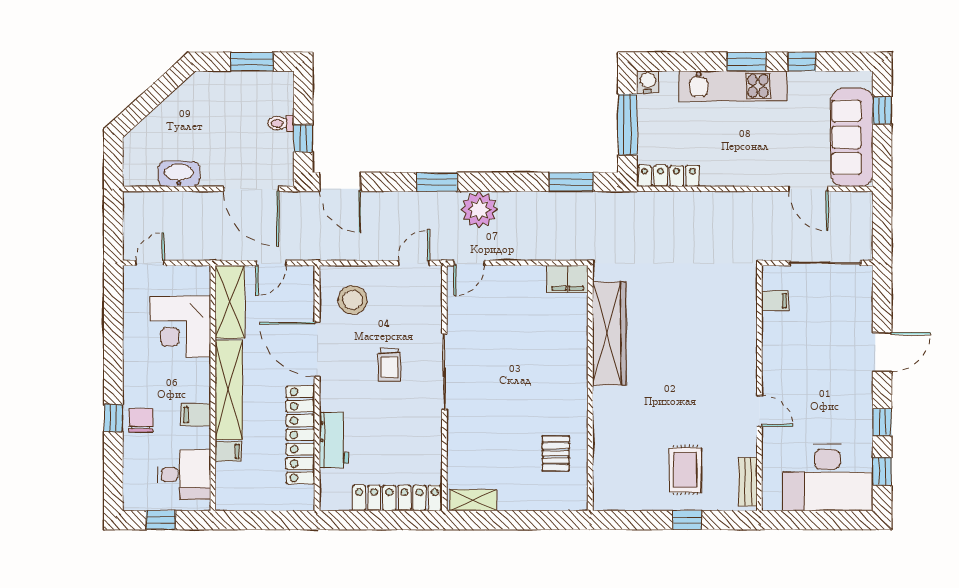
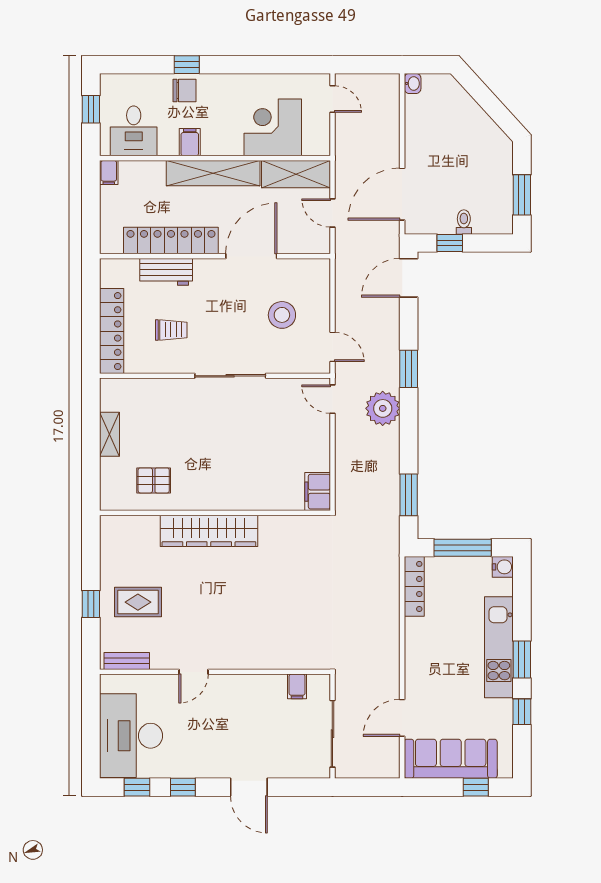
washbasin: (179, 174) -> (413, 83), moved, width x0.52, depth x0.69
stool: (353, 300) -> (282, 315), moved
wardrobe: (609, 334) -> (209, 531), moved
trolley: (389, 365) -> (171, 330), moved, turned 180
filing cabinet: (228, 451) -> (109, 172), moved
shelving: (473, 500) -> (110, 434), moved

